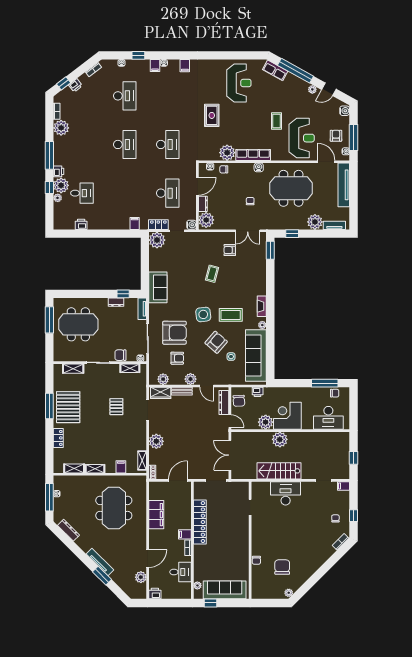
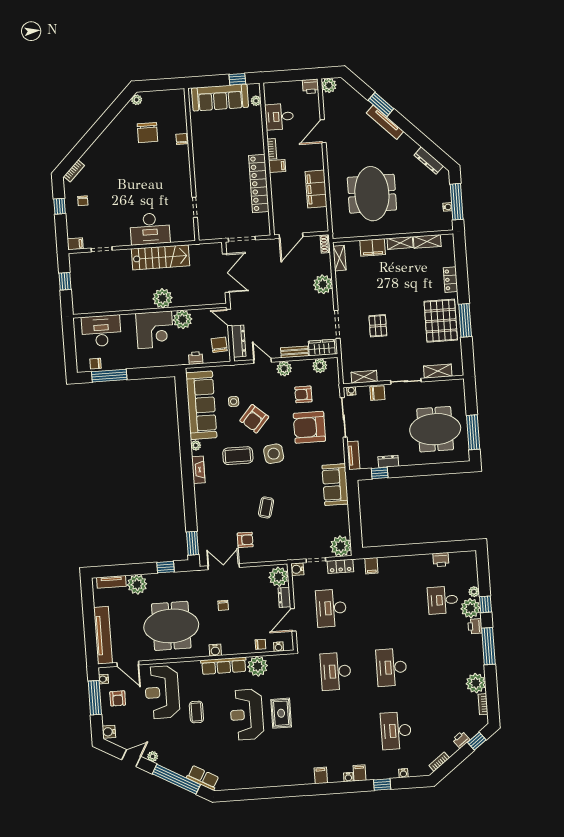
reception desk: (239, 83) -> (247, 715), moved
filing cabinet: (121, 467) -> (373, 247), width x2.00
plant: (141, 577) -> (329, 85), moved

